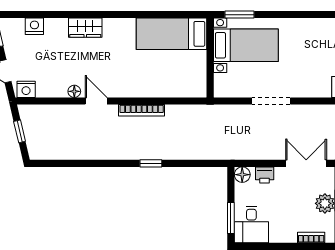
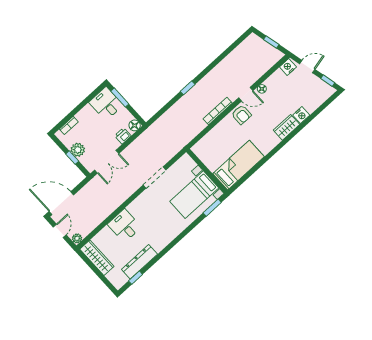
nightstand: (34, 26) -> (301, 115), moved
armchair: (120, 84) -> (241, 115), added

